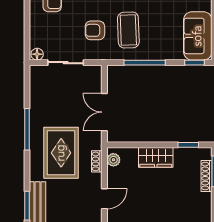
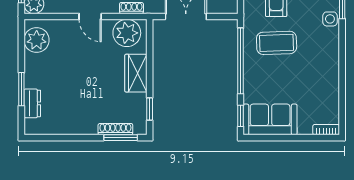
window: (145, 63) -> (241, 61), width x1.46
plant: (113, 160) -> (127, 33), width x1.87, depth x1.87

